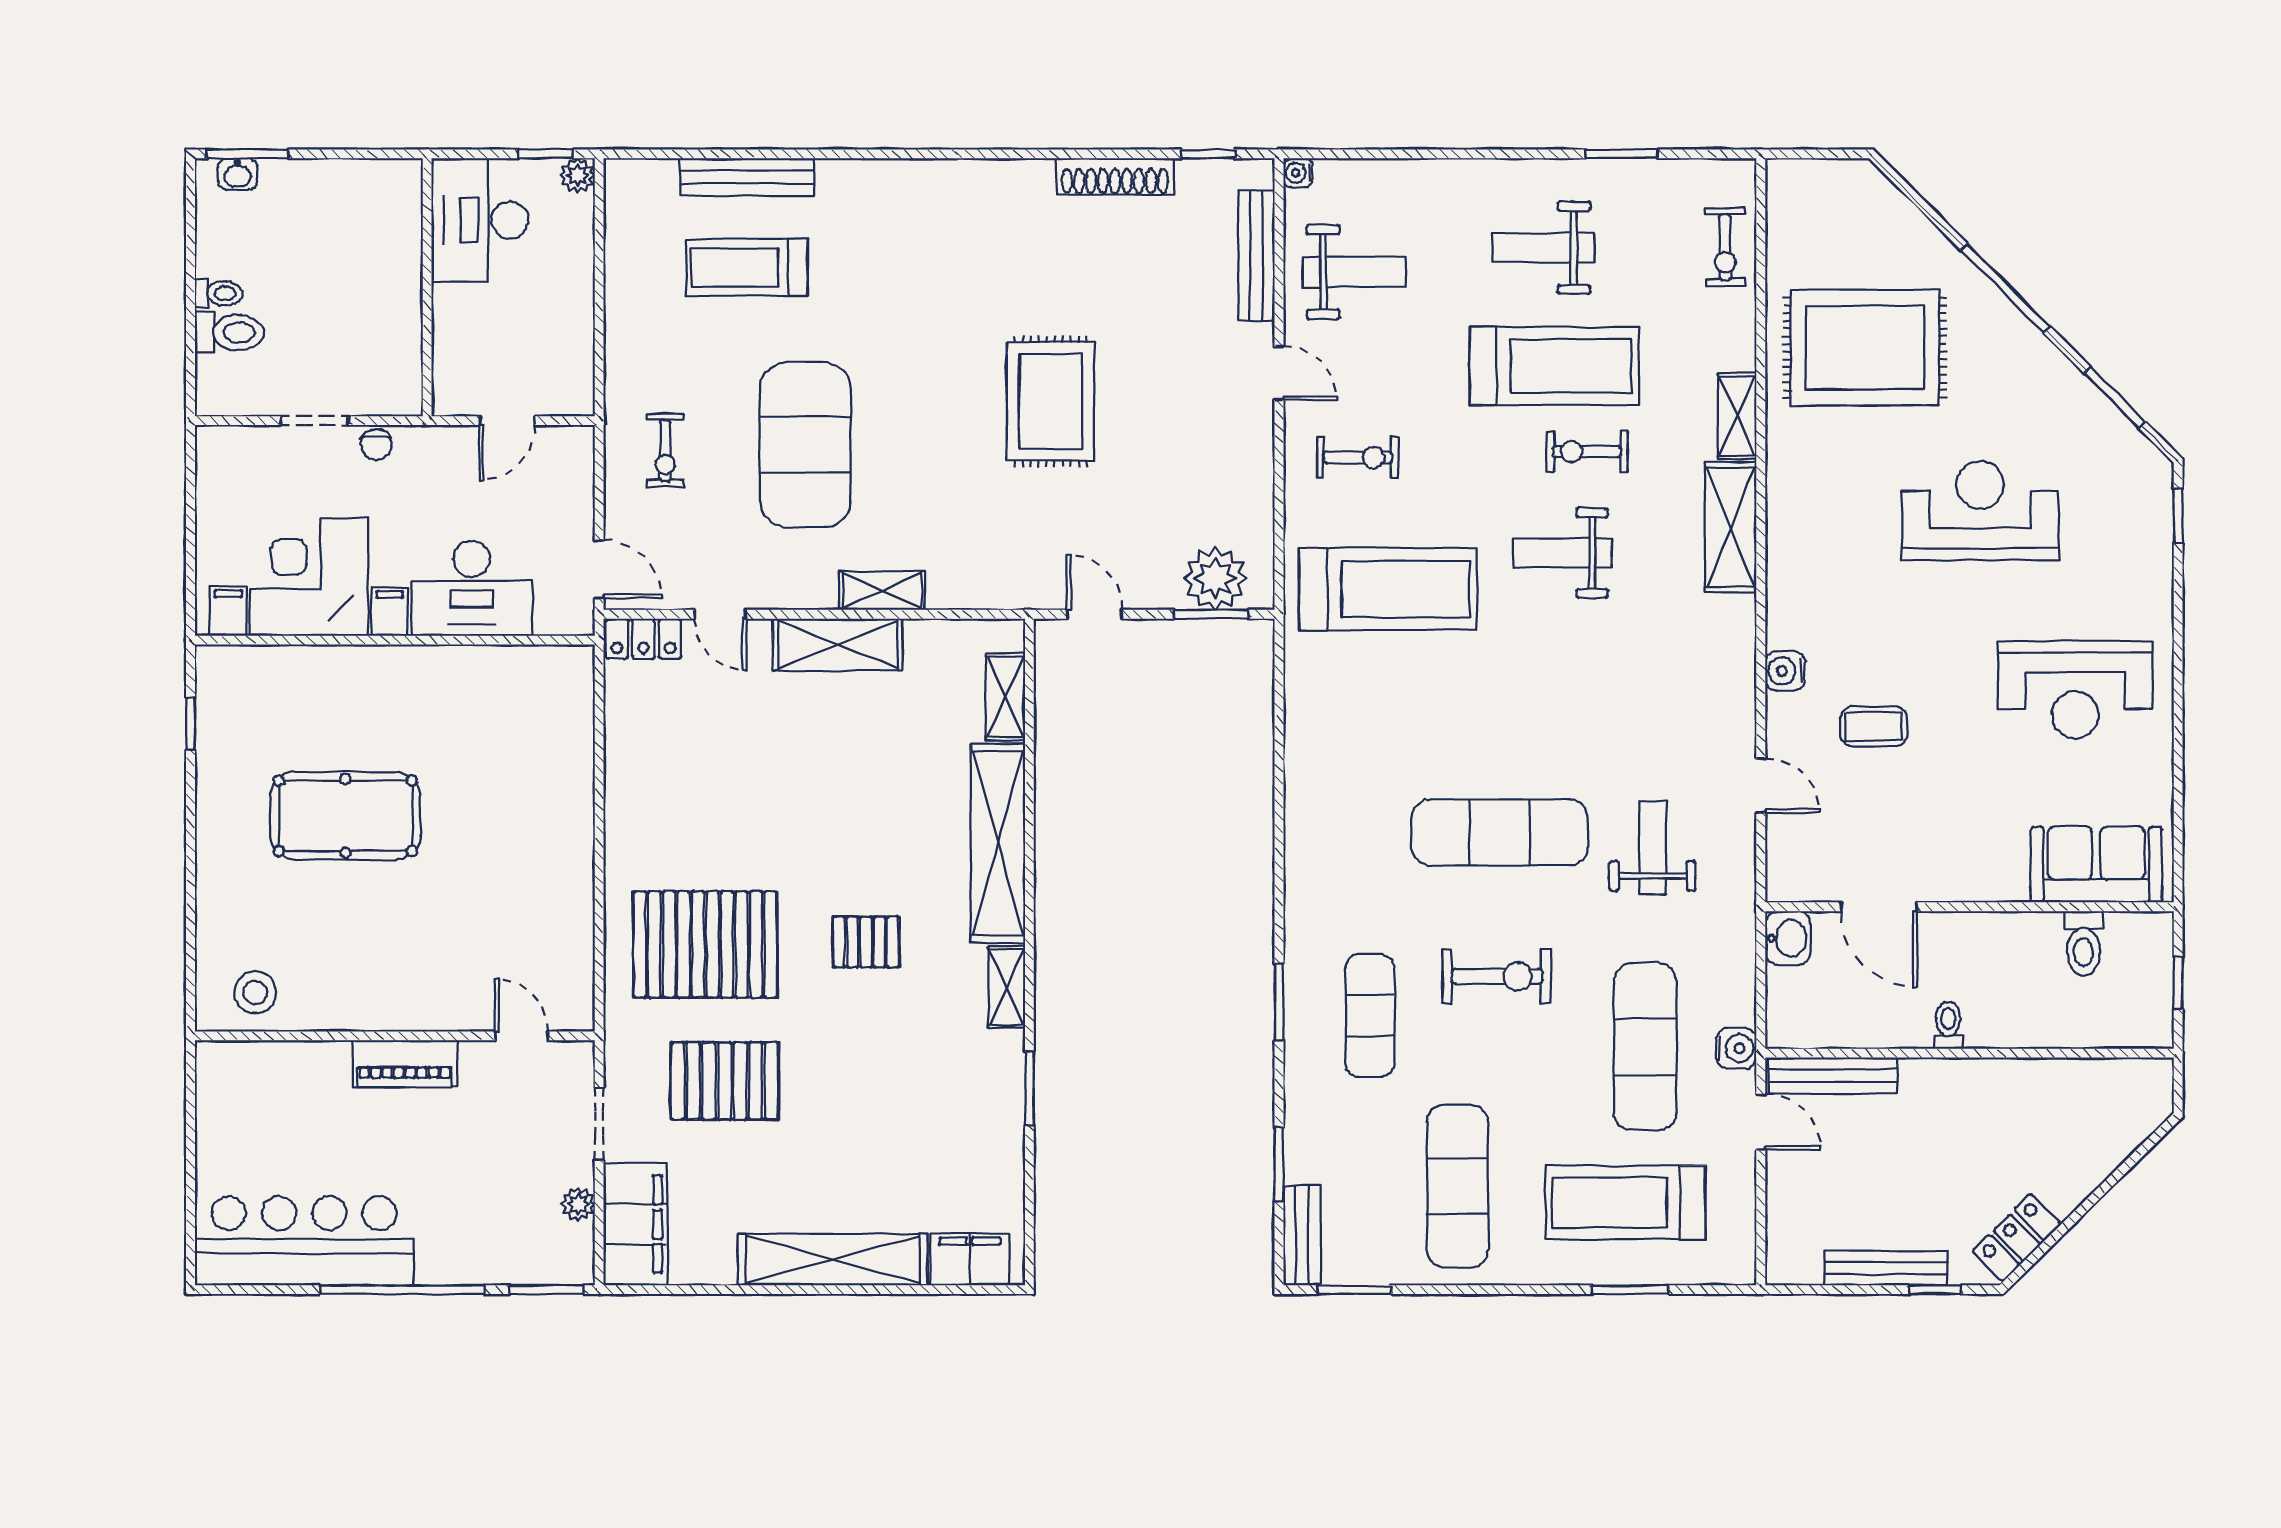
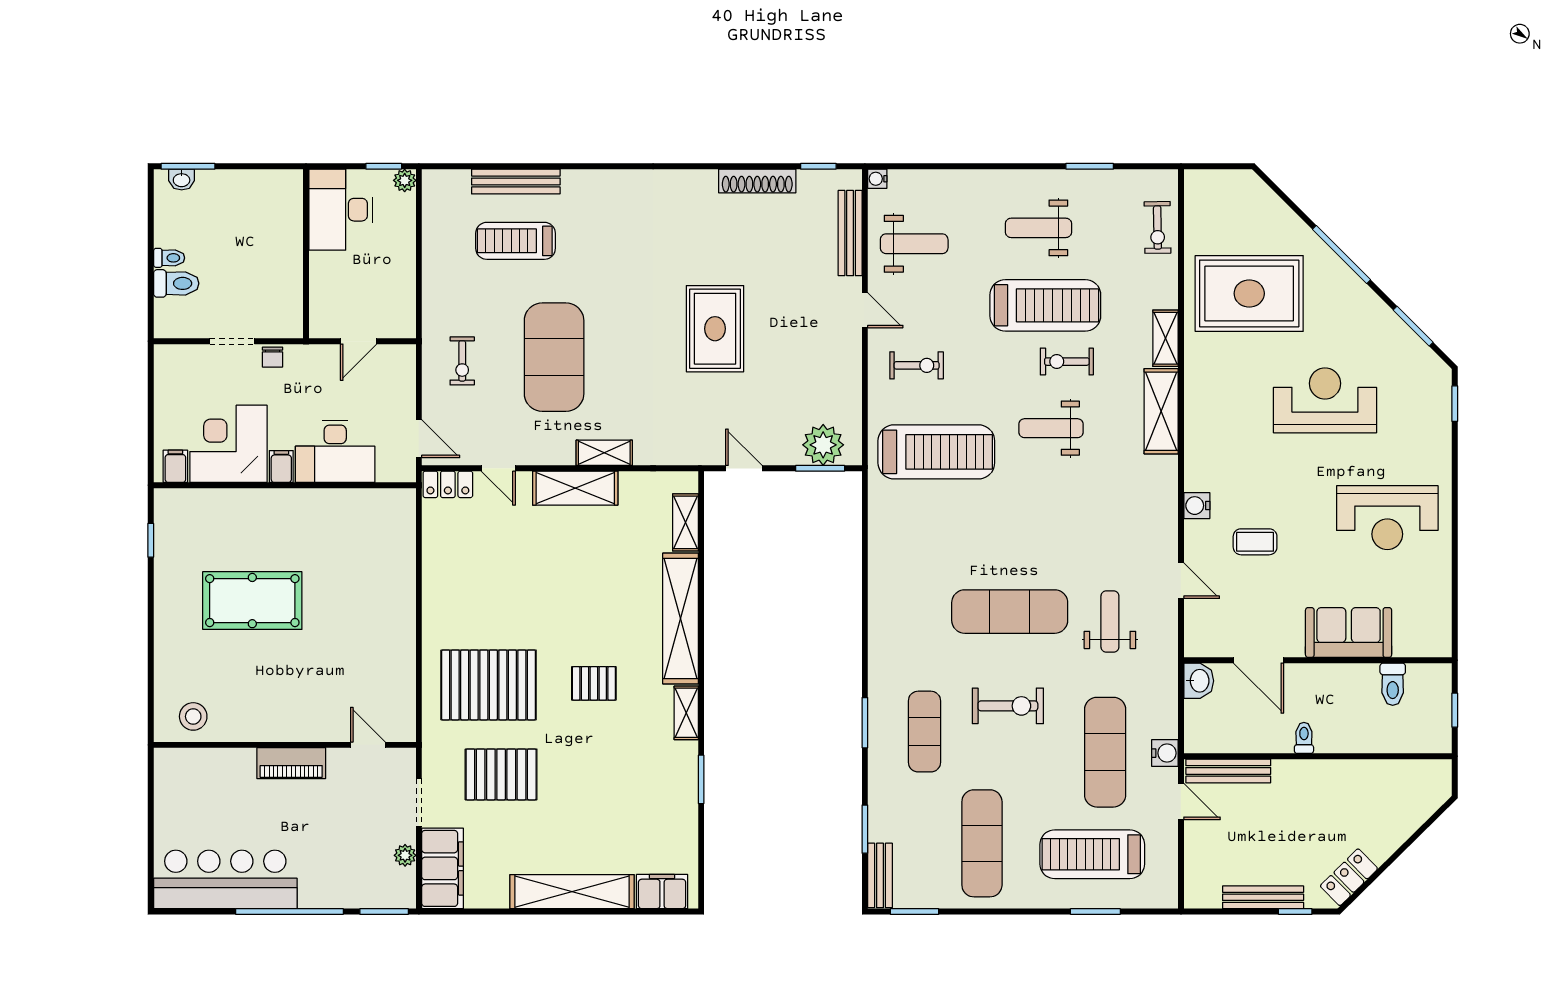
sofa: (2096, 865) -> (1349, 633), moved

